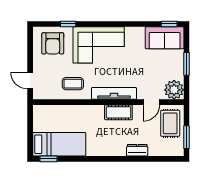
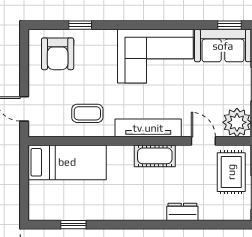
corner sofa: (99, 45) -> (155, 56), moved
door: (151, 102) -> (203, 141), swing flipped
bed: (59, 144) -> (67, 162), moved
window: (49, 159) -> (73, 225), moved

